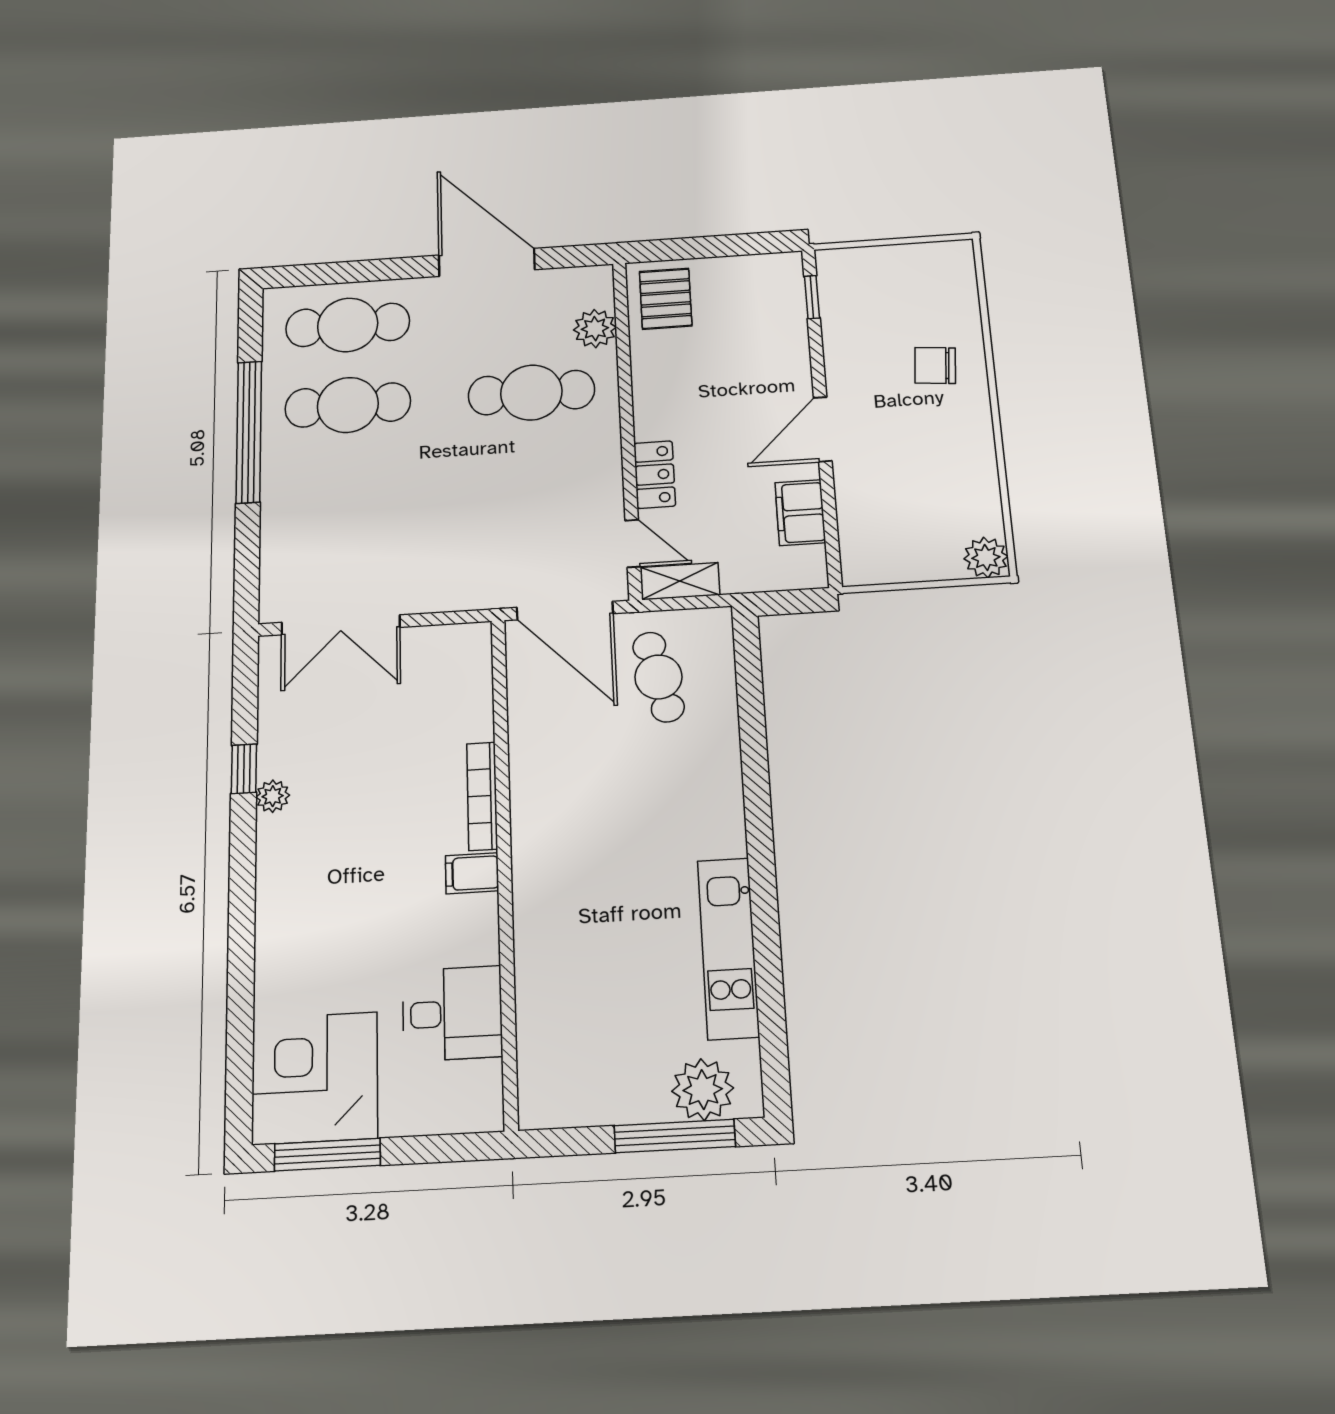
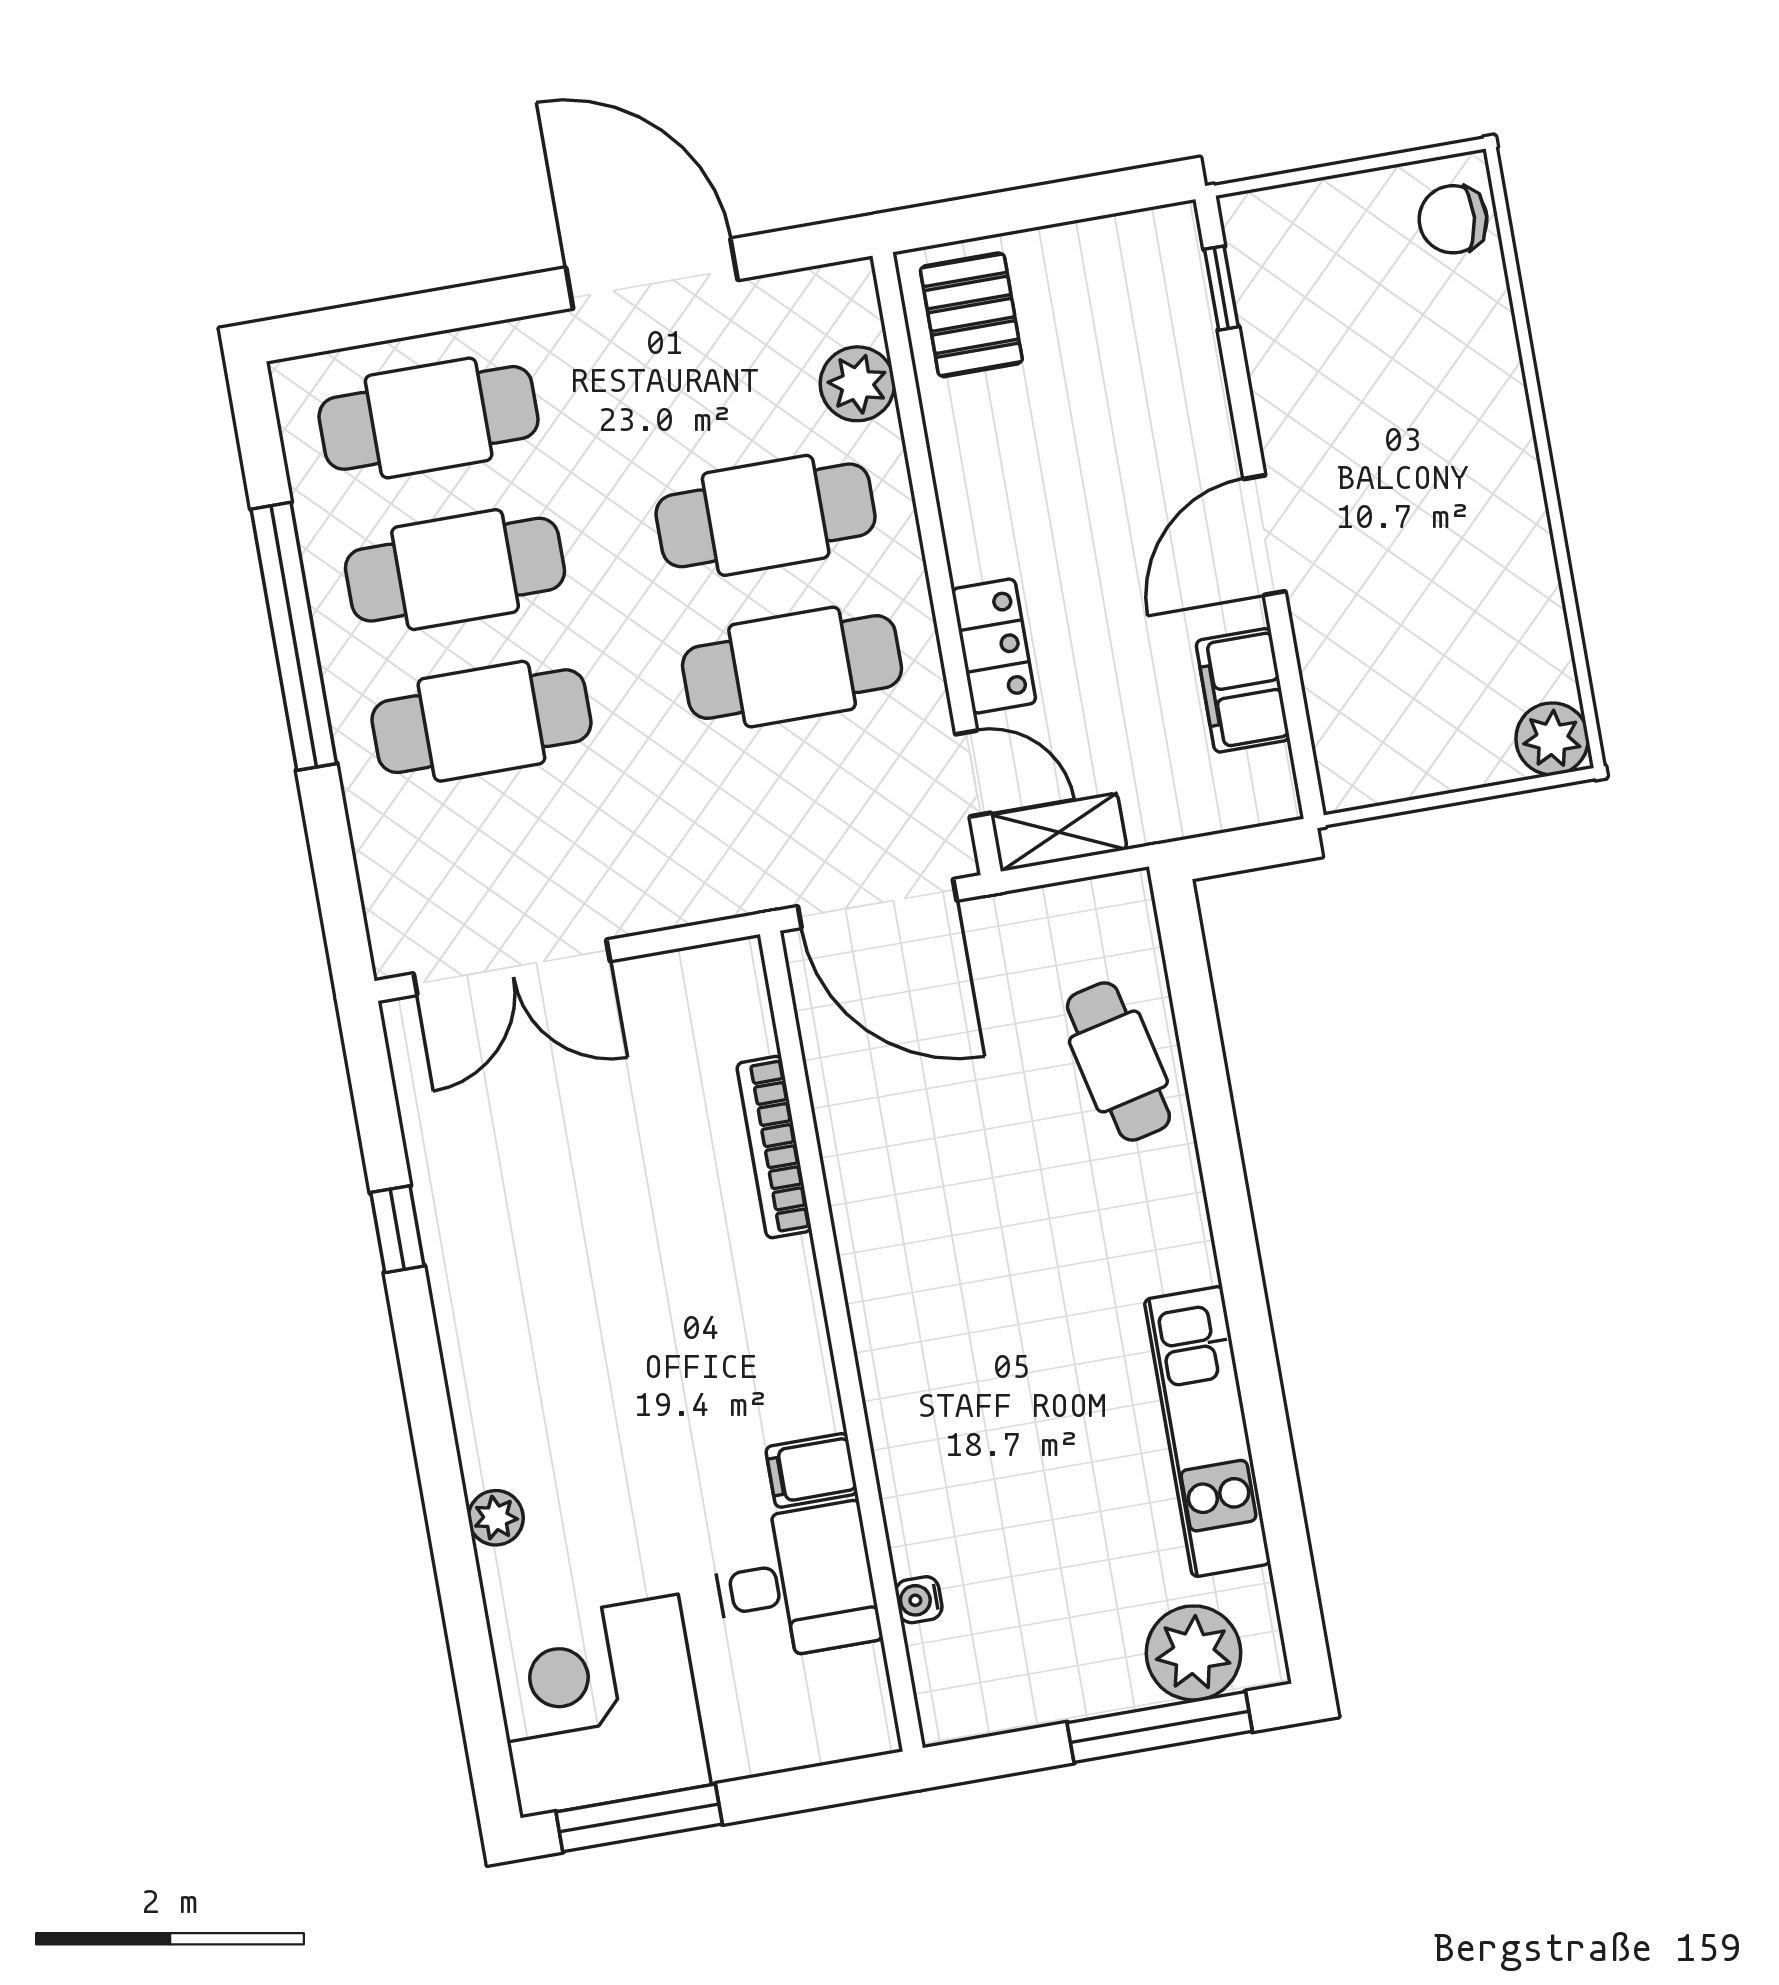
chair: (935, 365) -> (1453, 219), moved
cafe table: (534, 475) -> (792, 667), added
cafe table: (348, 487) -> (481, 721), added
cafe table: (658, 677) -> (1118, 1061), moved
plant: (273, 796) -> (496, 1518), moved
bookcase: (482, 796) -> (774, 1147), moved
filing cabinet: (472, 873) -> (812, 1470), moved
water cooler: (529, 1034) -> (919, 1600), added

